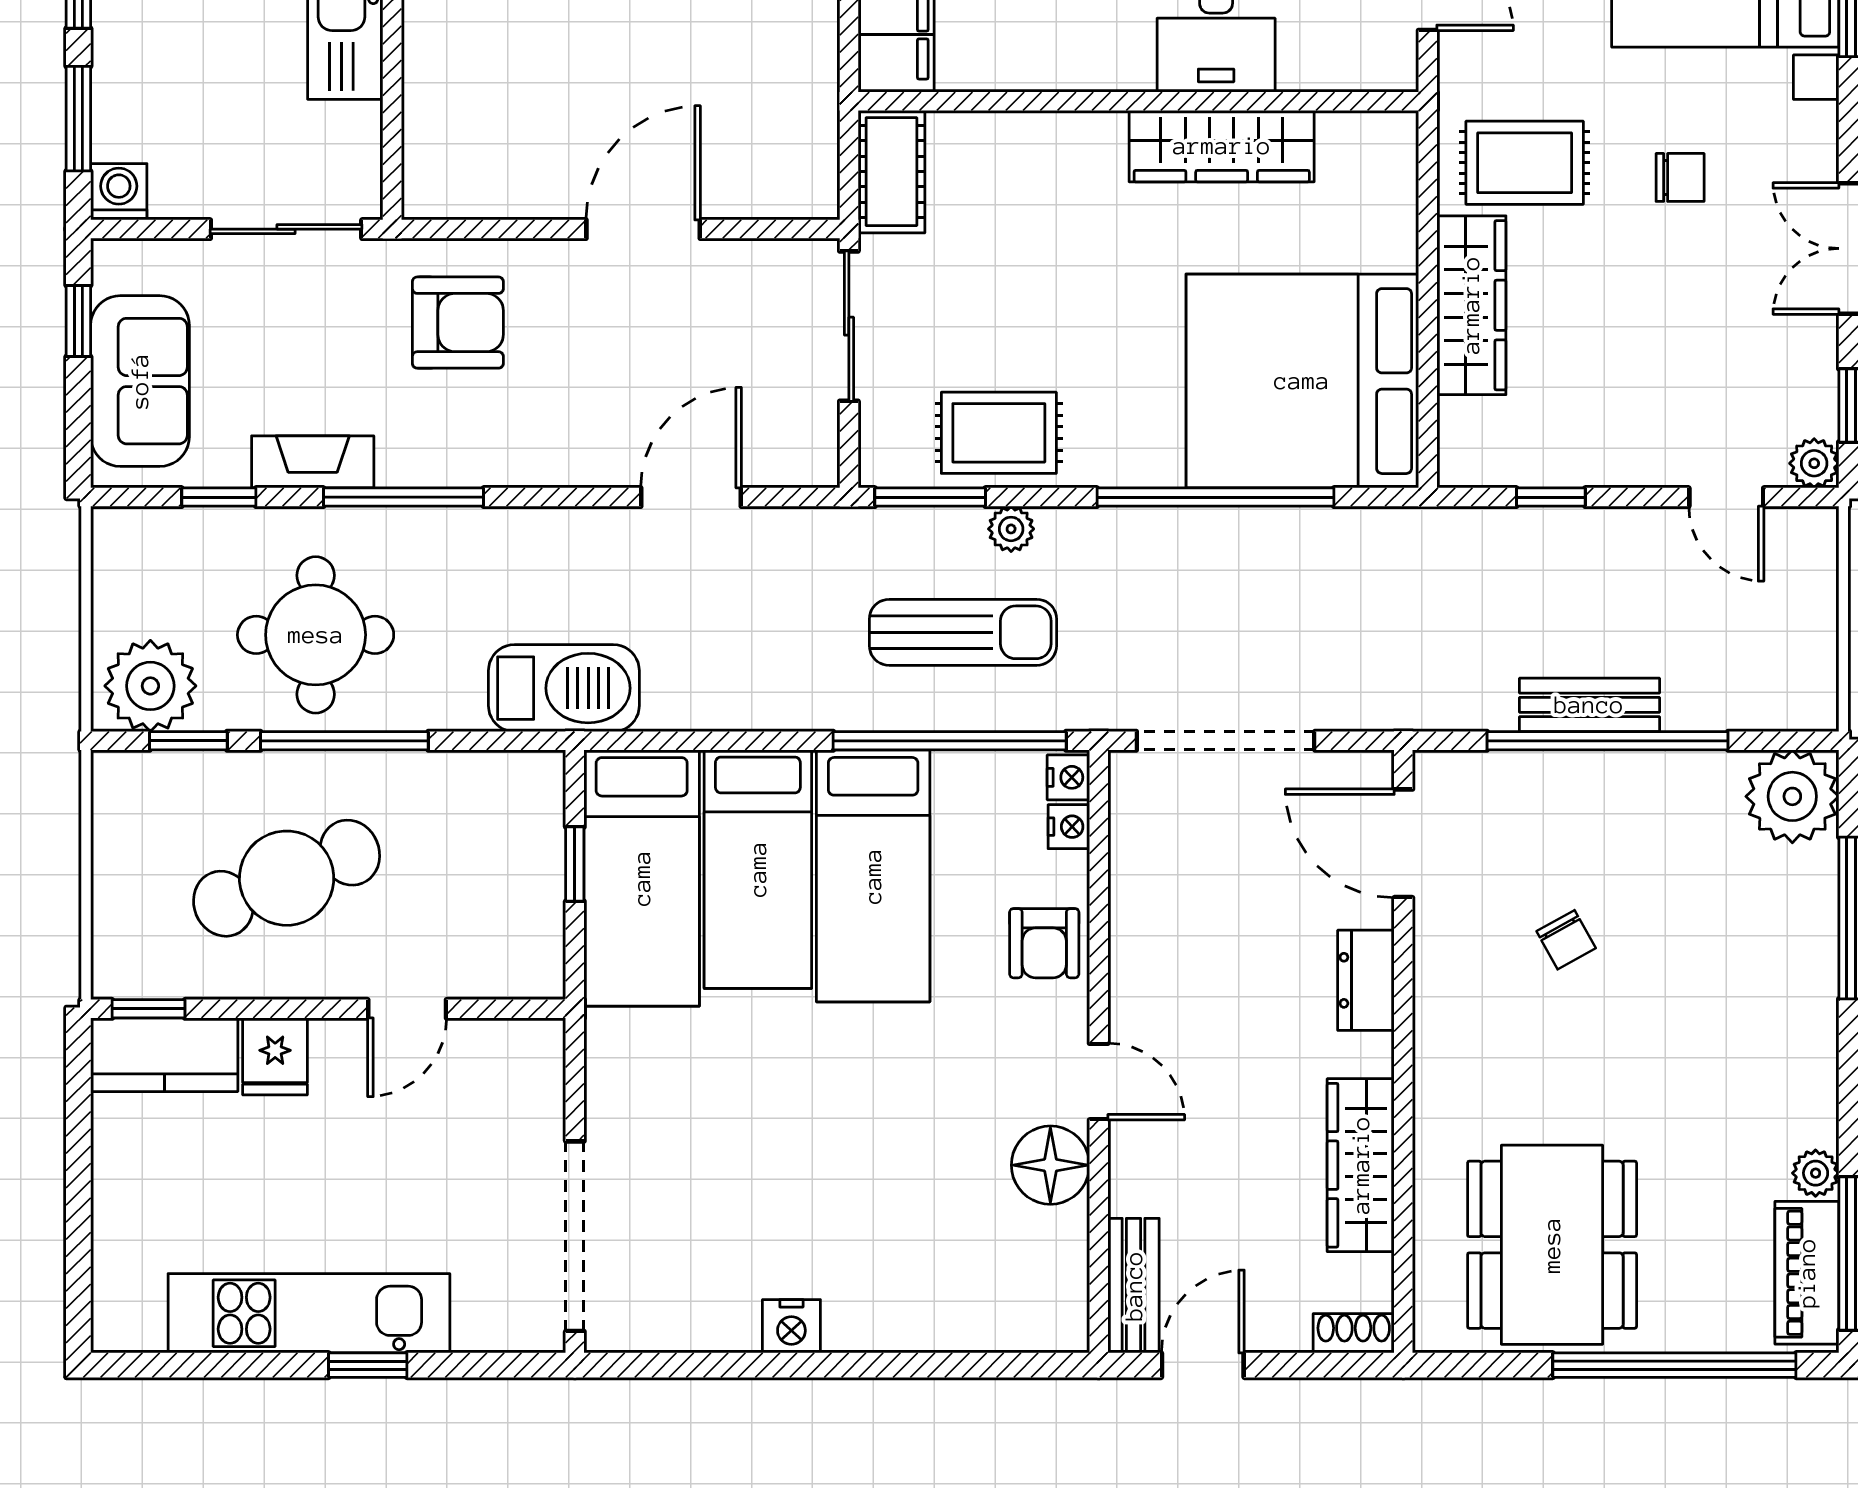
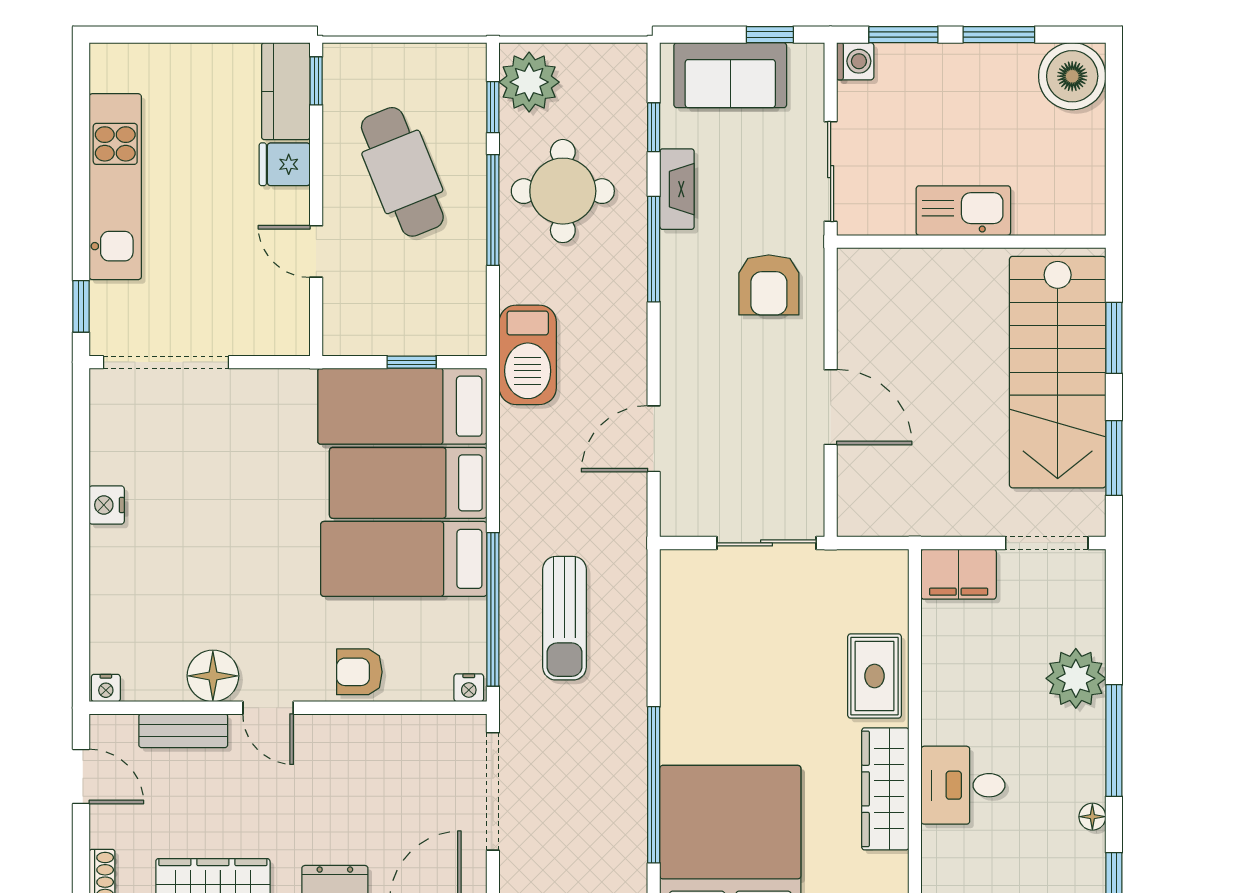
cot: (891, 172) -> (868, 571), removed
rug: (999, 433) -> (875, 676), moved
door: (691, 497) -> (654, 439), swing flipped
window: (930, 497) -> (654, 597), removed
plant: (1011, 529) -> (633, 650), removed
nightstand: (1069, 827) -> (106, 688), moved
door: (1099, 1082) -> (268, 708), hinge flipped
bench: (1134, 1286) -> (183, 731), moved
window: (368, 1365) -> (81, 306), moved

